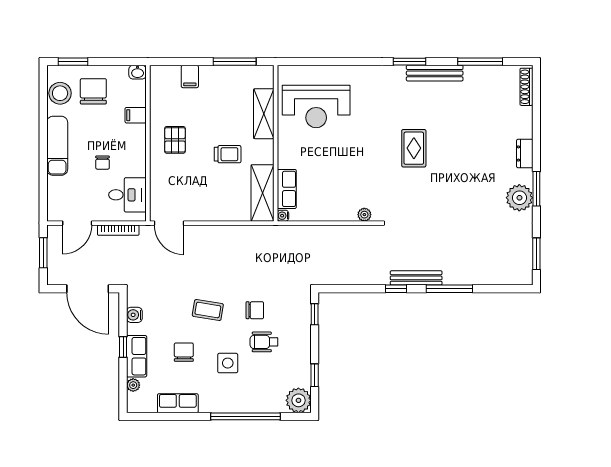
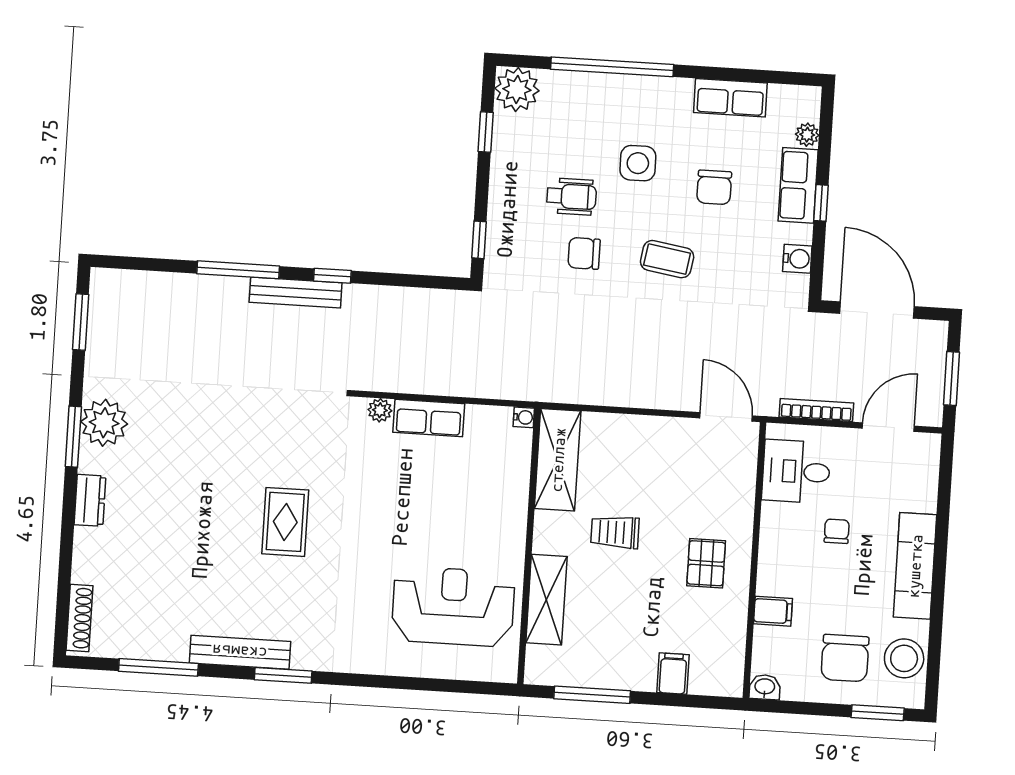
row of seats: (287, 189) -> (429, 418), moved, turned -90

